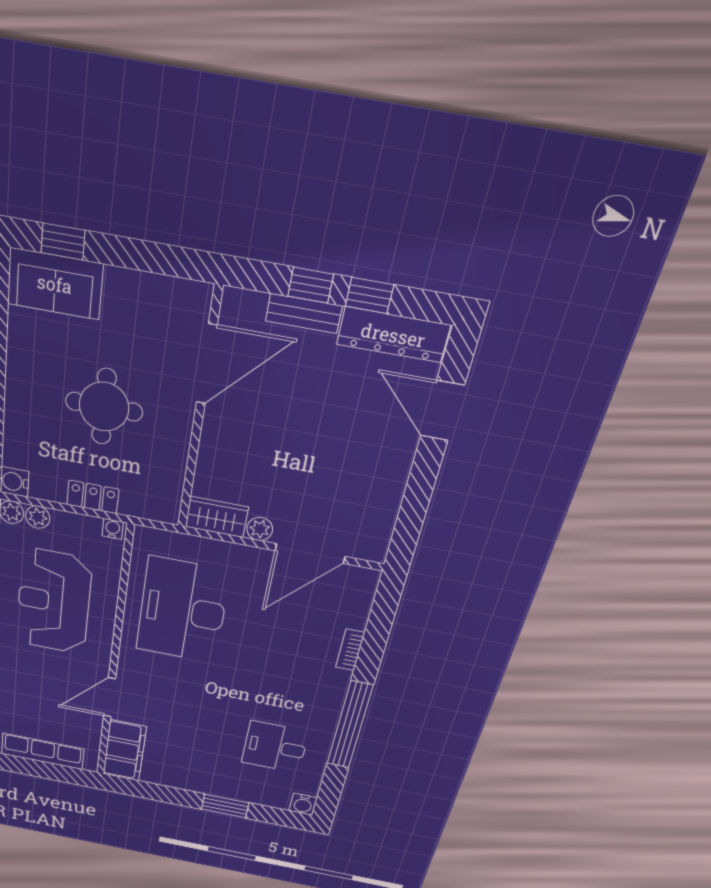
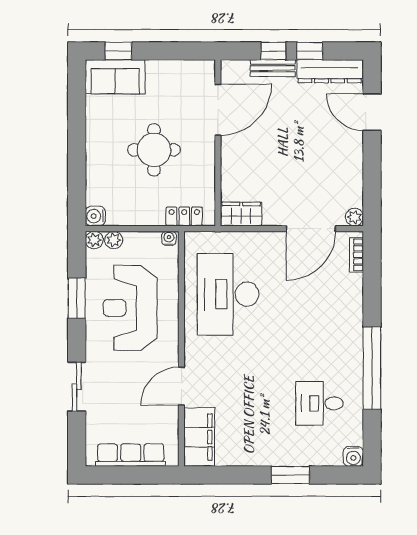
locker: (93, 497) -> (184, 216), moved
plant: (260, 529) -> (354, 217), moved
bookcase: (350, 650) -> (356, 255), moved

